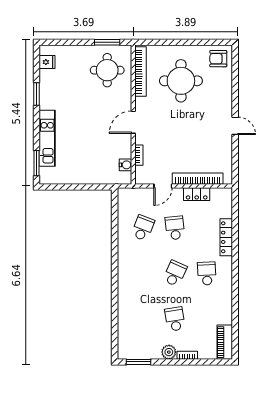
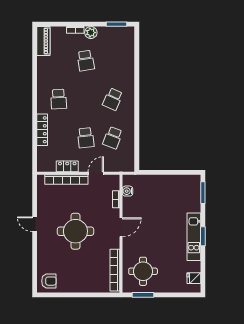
round table: (181, 81) -> (75, 231), moved
window: (37, 94) -> (203, 236), moved
kitchen unit: (47, 138) -> (194, 237), moved
school desk: (175, 273) -> (113, 99), moved

